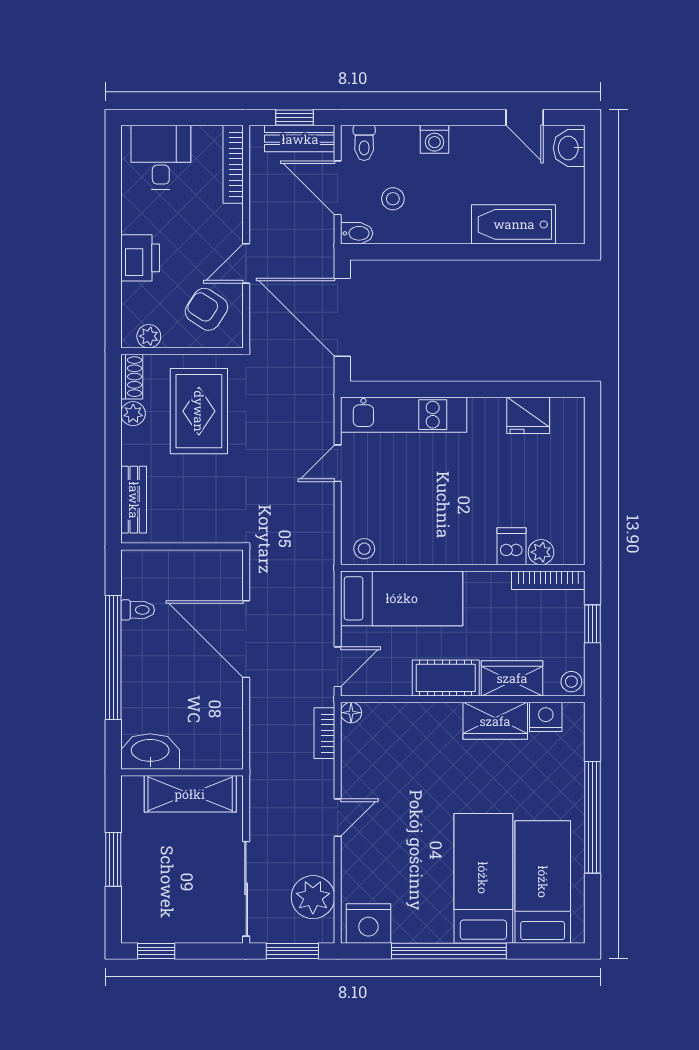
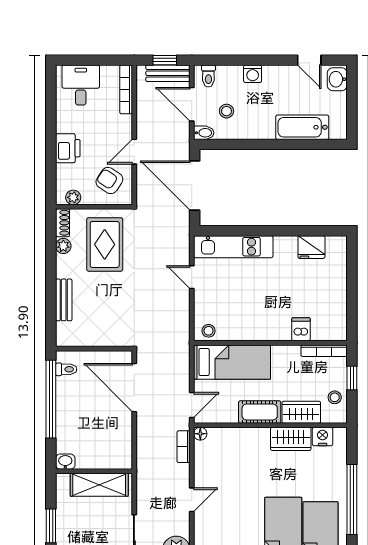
door: (338, 463) -> (192, 277), hinge flipped
wall: (182, 546) -> (94, 349), moved
plant: (541, 552) -> (320, 333), removed
stool: (571, 682) -> (335, 397), moved
washbasin: (150, 751) -> (65, 462), width x0.52, depth x0.69

